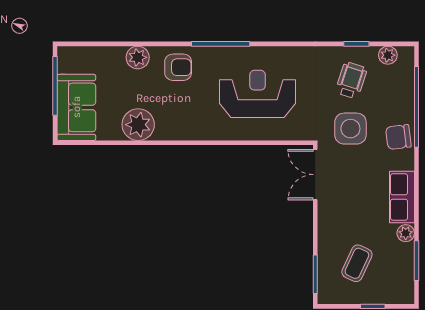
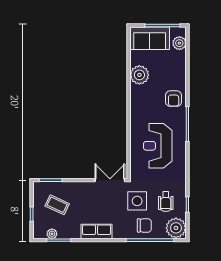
plant: (388, 55) -> (176, 228), width x1.88, depth x1.88
plant: (138, 57) -> (179, 43), moved
wheelchair: (351, 80) -> (166, 201), turned 72
reception desk: (258, 94) -> (158, 146), turned 180
chair: (398, 137) -> (144, 225), moved, turned 97
plant: (406, 233) -> (52, 234), moved

